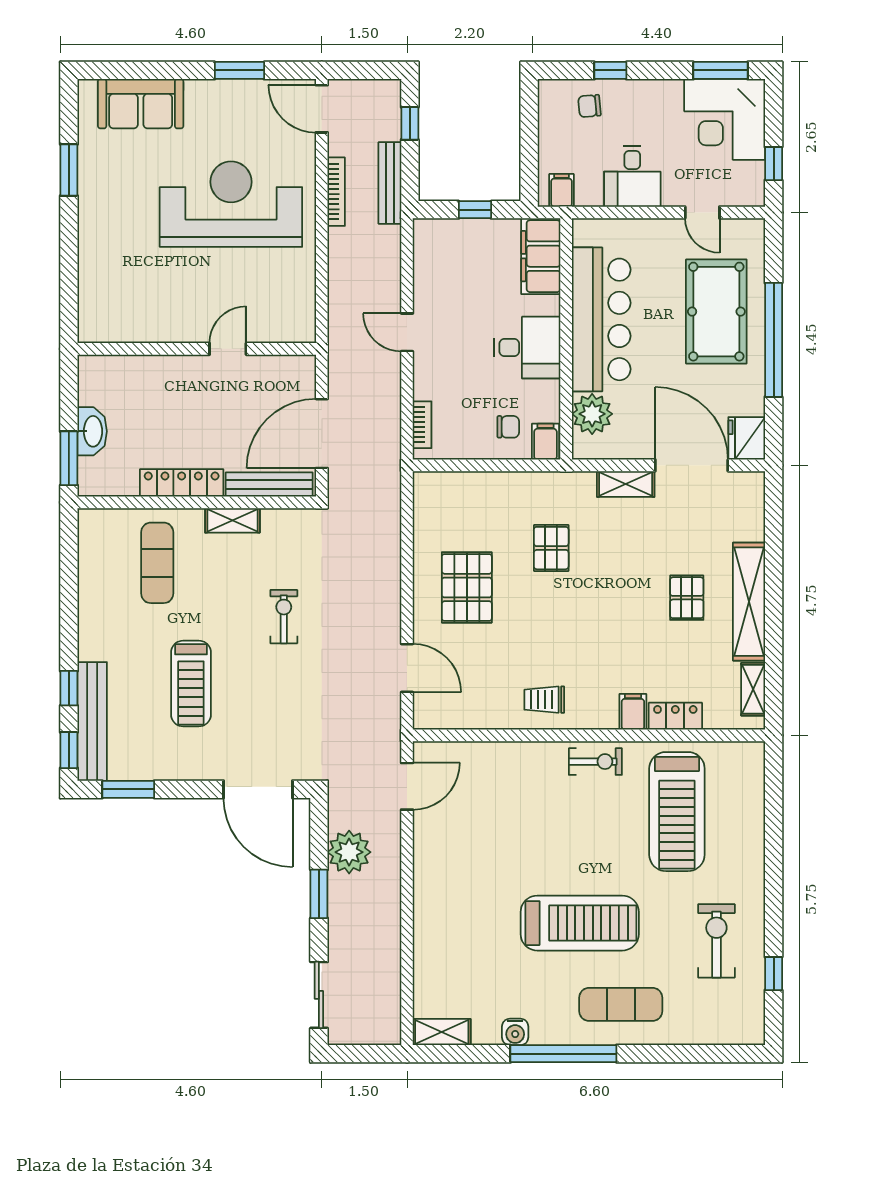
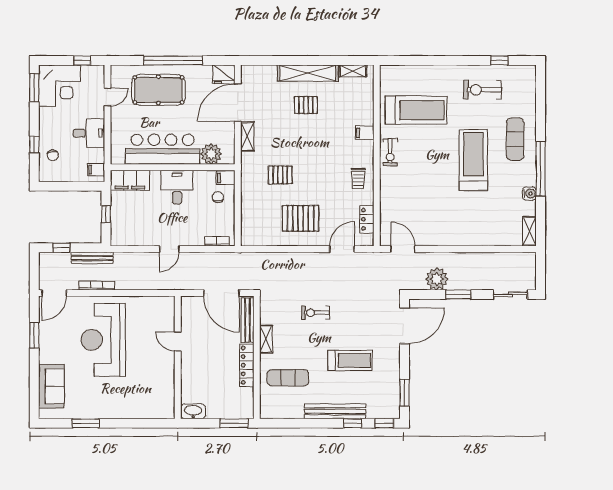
washbasin: (92, 431) -> (193, 411), moved
locker: (675, 716) -> (367, 219), moved
bench: (92, 721) -> (335, 411), moved
exercise bike: (595, 762) -> (390, 152), turned 180

